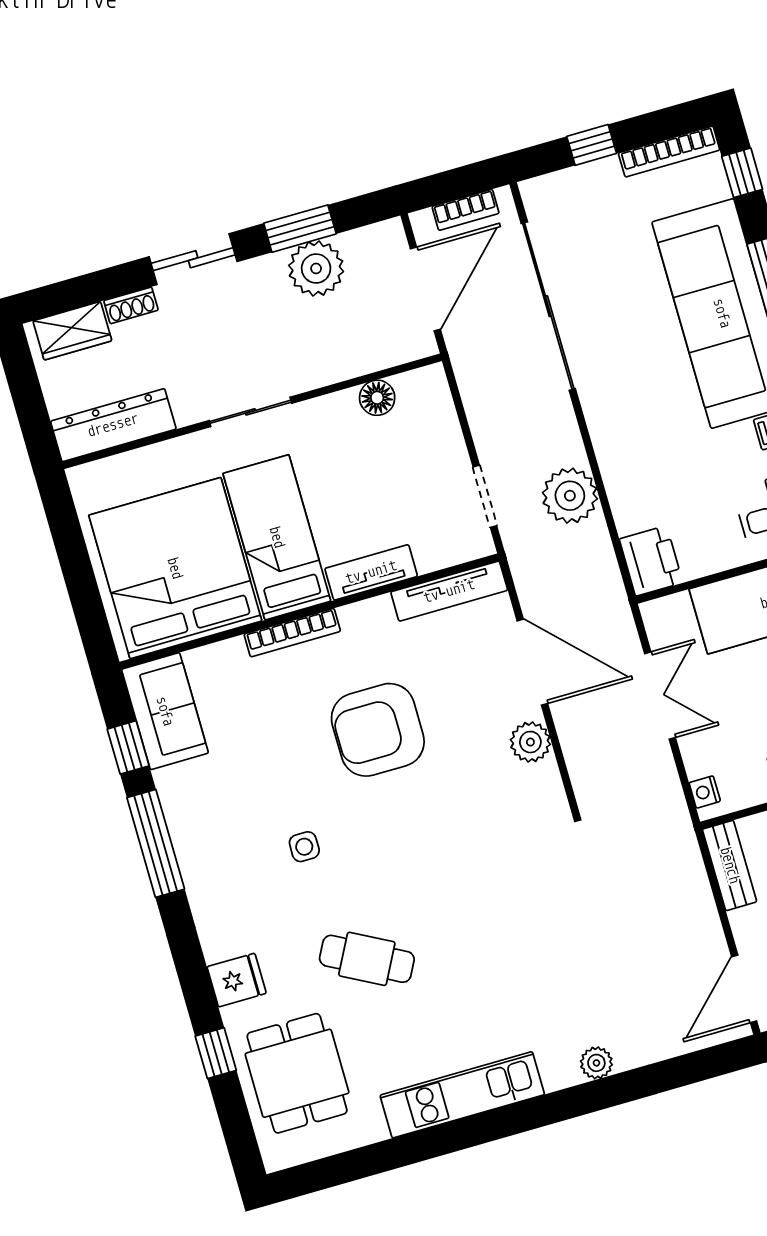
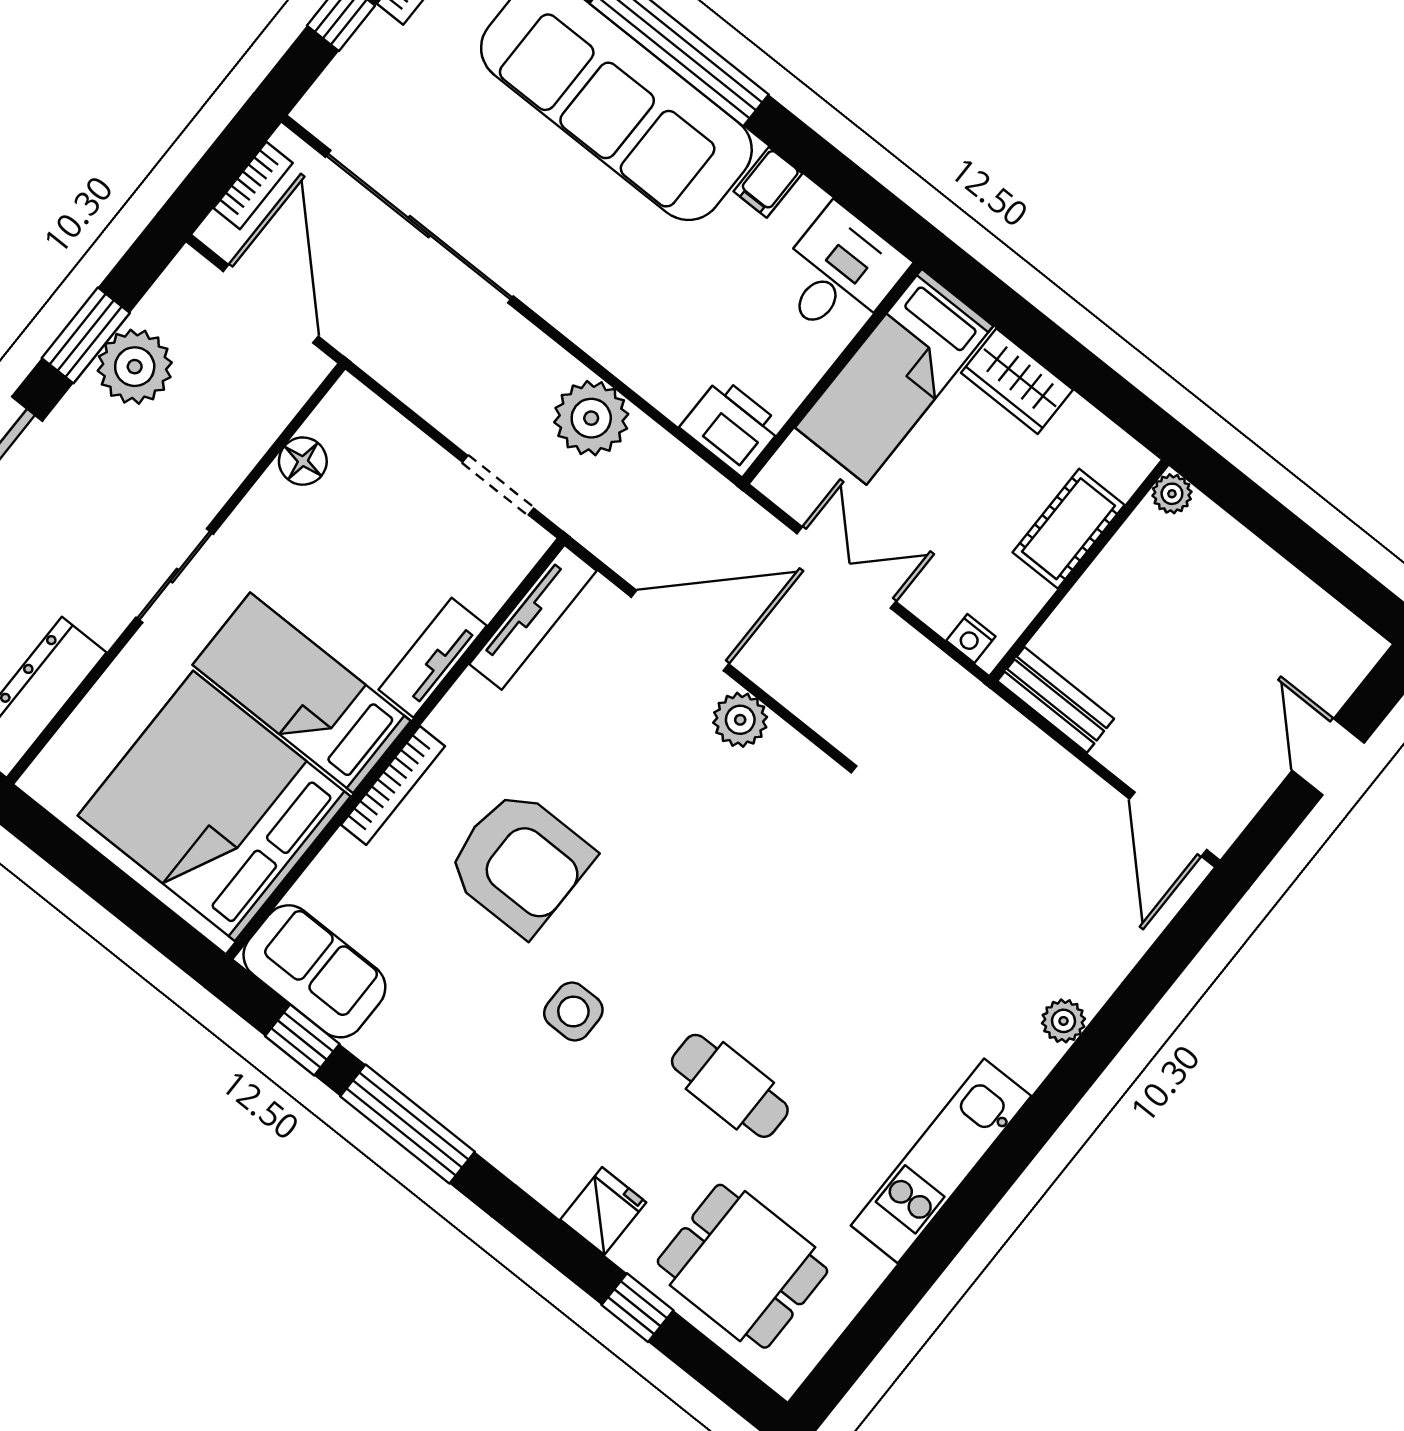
armchair: (378, 730) -> (520, 862), moved, turned -90
side table: (304, 847) -> (573, 1012), width x1.37, depth x1.37
cafe table: (367, 959) -> (730, 1086), turned 62

